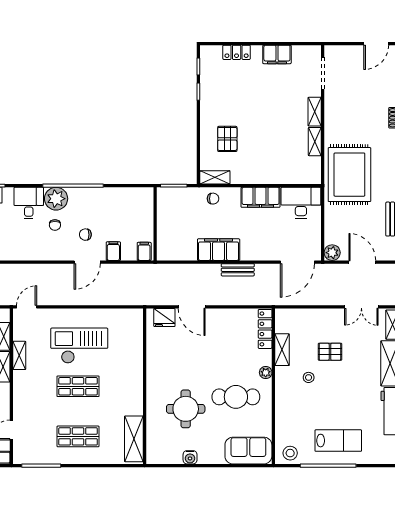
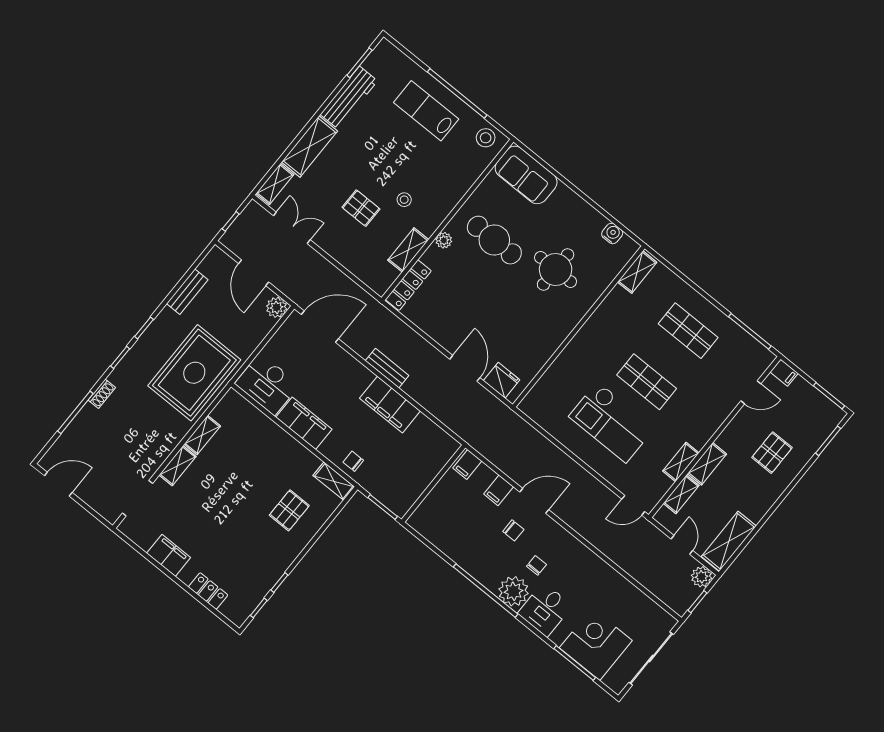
shelving: (134, 439) -> (637, 272), width x0.67, depth x0.75
water cooler: (190, 457) -> (612, 233), moved

